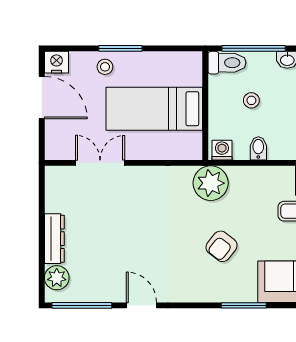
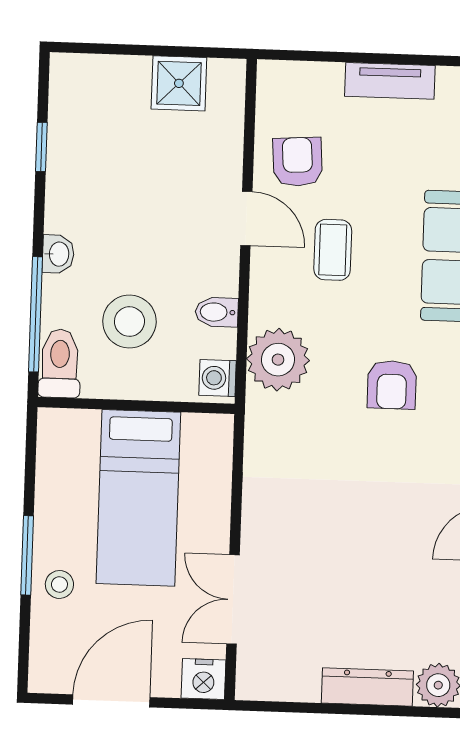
nightstand: (56, 62) -> (203, 679), moved, turned -90
stool: (251, 100) -> (129, 322), width x1.89, depth x1.89
plant: (211, 183) -> (278, 360), moved
armchair: (222, 246) -> (392, 385), turned 52

